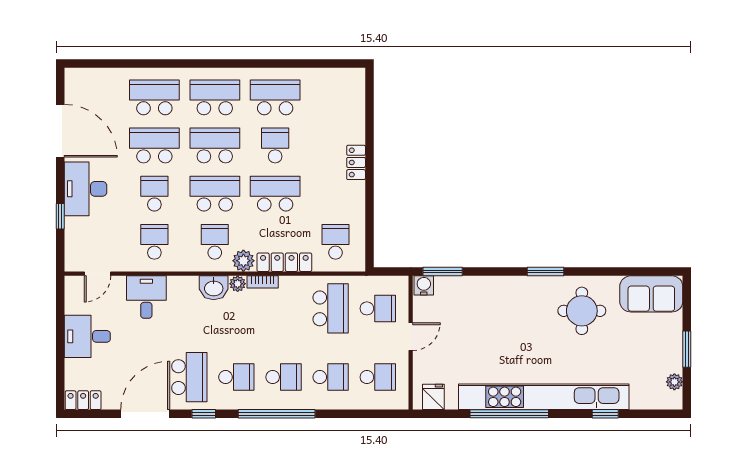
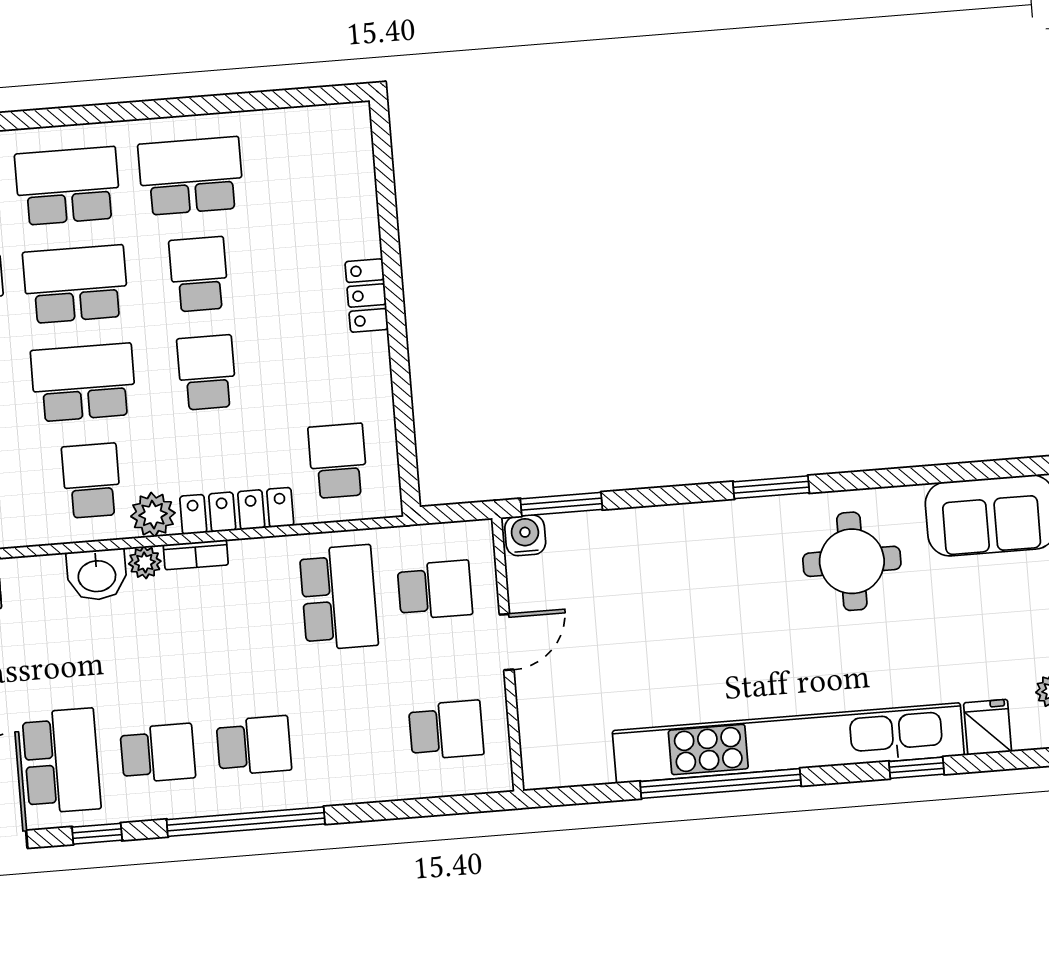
school desk: (275, 194) -> (207, 372), width x0.54
school desk: (331, 377) -> (350, 738), removed
fridge: (433, 397) -> (988, 727), moved

